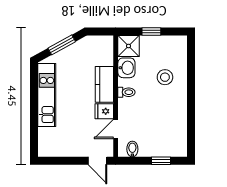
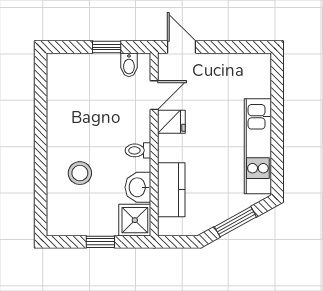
kitchen counter: (104, 84) -> (171, 190), moved
window: (161, 161) -> (107, 47), moved

